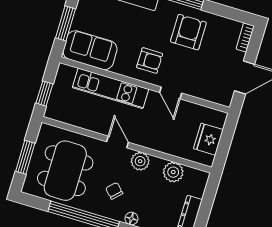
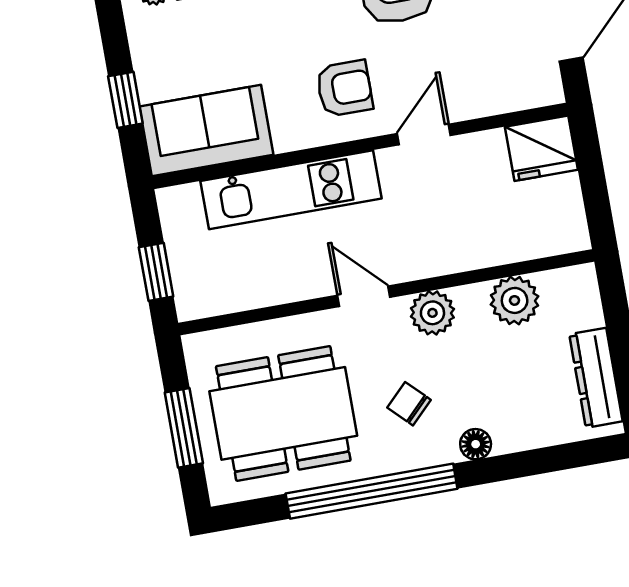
window: (65, 23) -> (125, 100), width x0.67
door: (171, 93) -> (424, 135), swing flipped
fridge: (208, 139) -> (541, 148), moved, turned -90
dining table: (65, 171) -> (283, 413), turned 90

